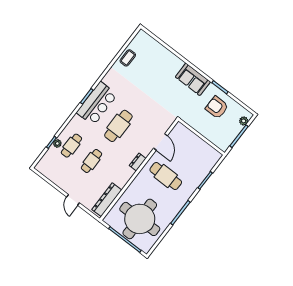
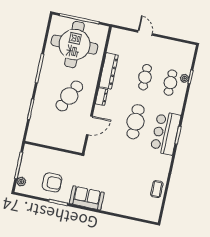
door: (160, 142) -> (89, 125), swing flipped
cafe table: (166, 176) -> (69, 96), turned -64
dresser: (107, 200) -> (109, 71), moved

